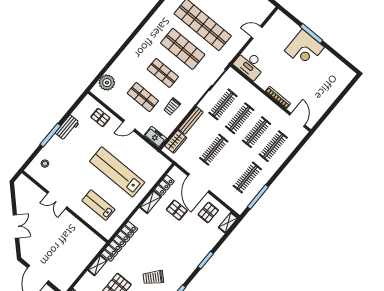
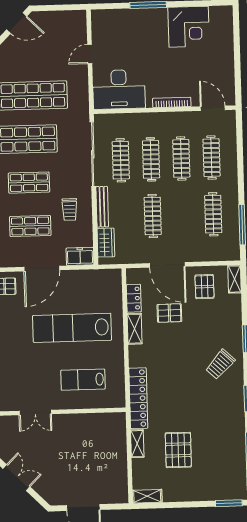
corner desk: (304, 49) -> (189, 27), moved
desk: (250, 65) -> (119, 89), width x1.36, depth x1.30
door: (129, 125) -> (42, 269), width x1.87
trolley: (153, 277) -> (220, 364), moved

